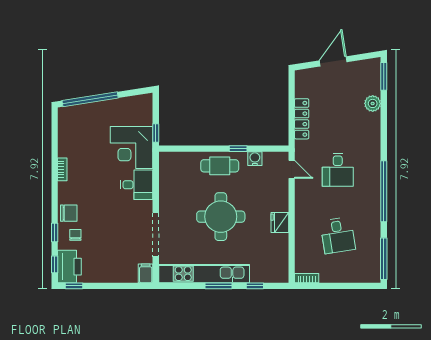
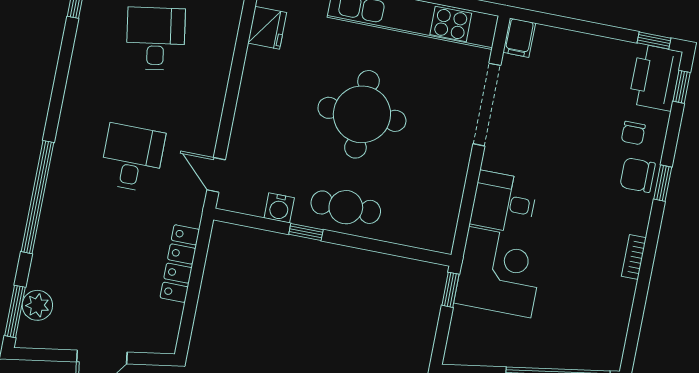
plant: (373, 103) -> (37, 305), moved
window: (384, 191) -> (37, 197), moved
fridge: (280, 222) -> (267, 28), moved
window: (55, 233) -> (663, 183), moved

